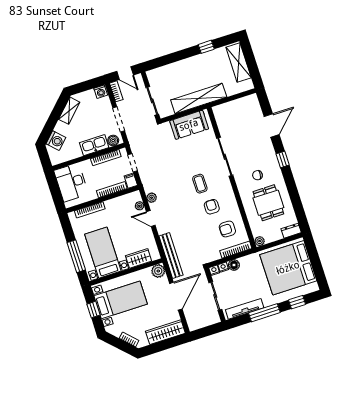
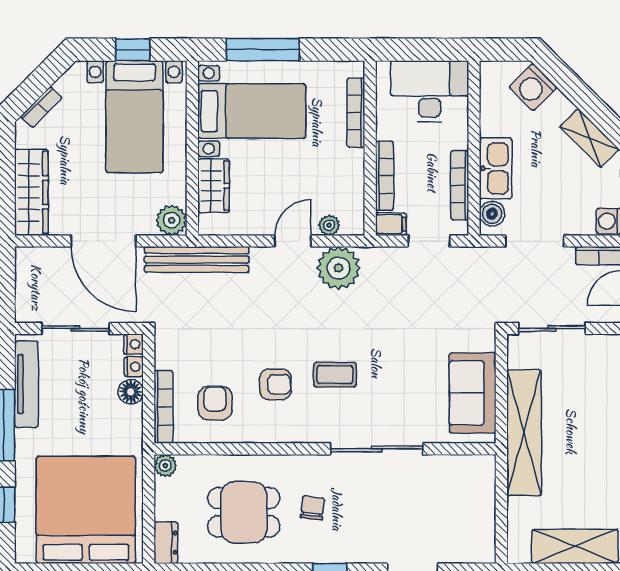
plant: (152, 198) -> (339, 268), width x1.88, depth x1.88

